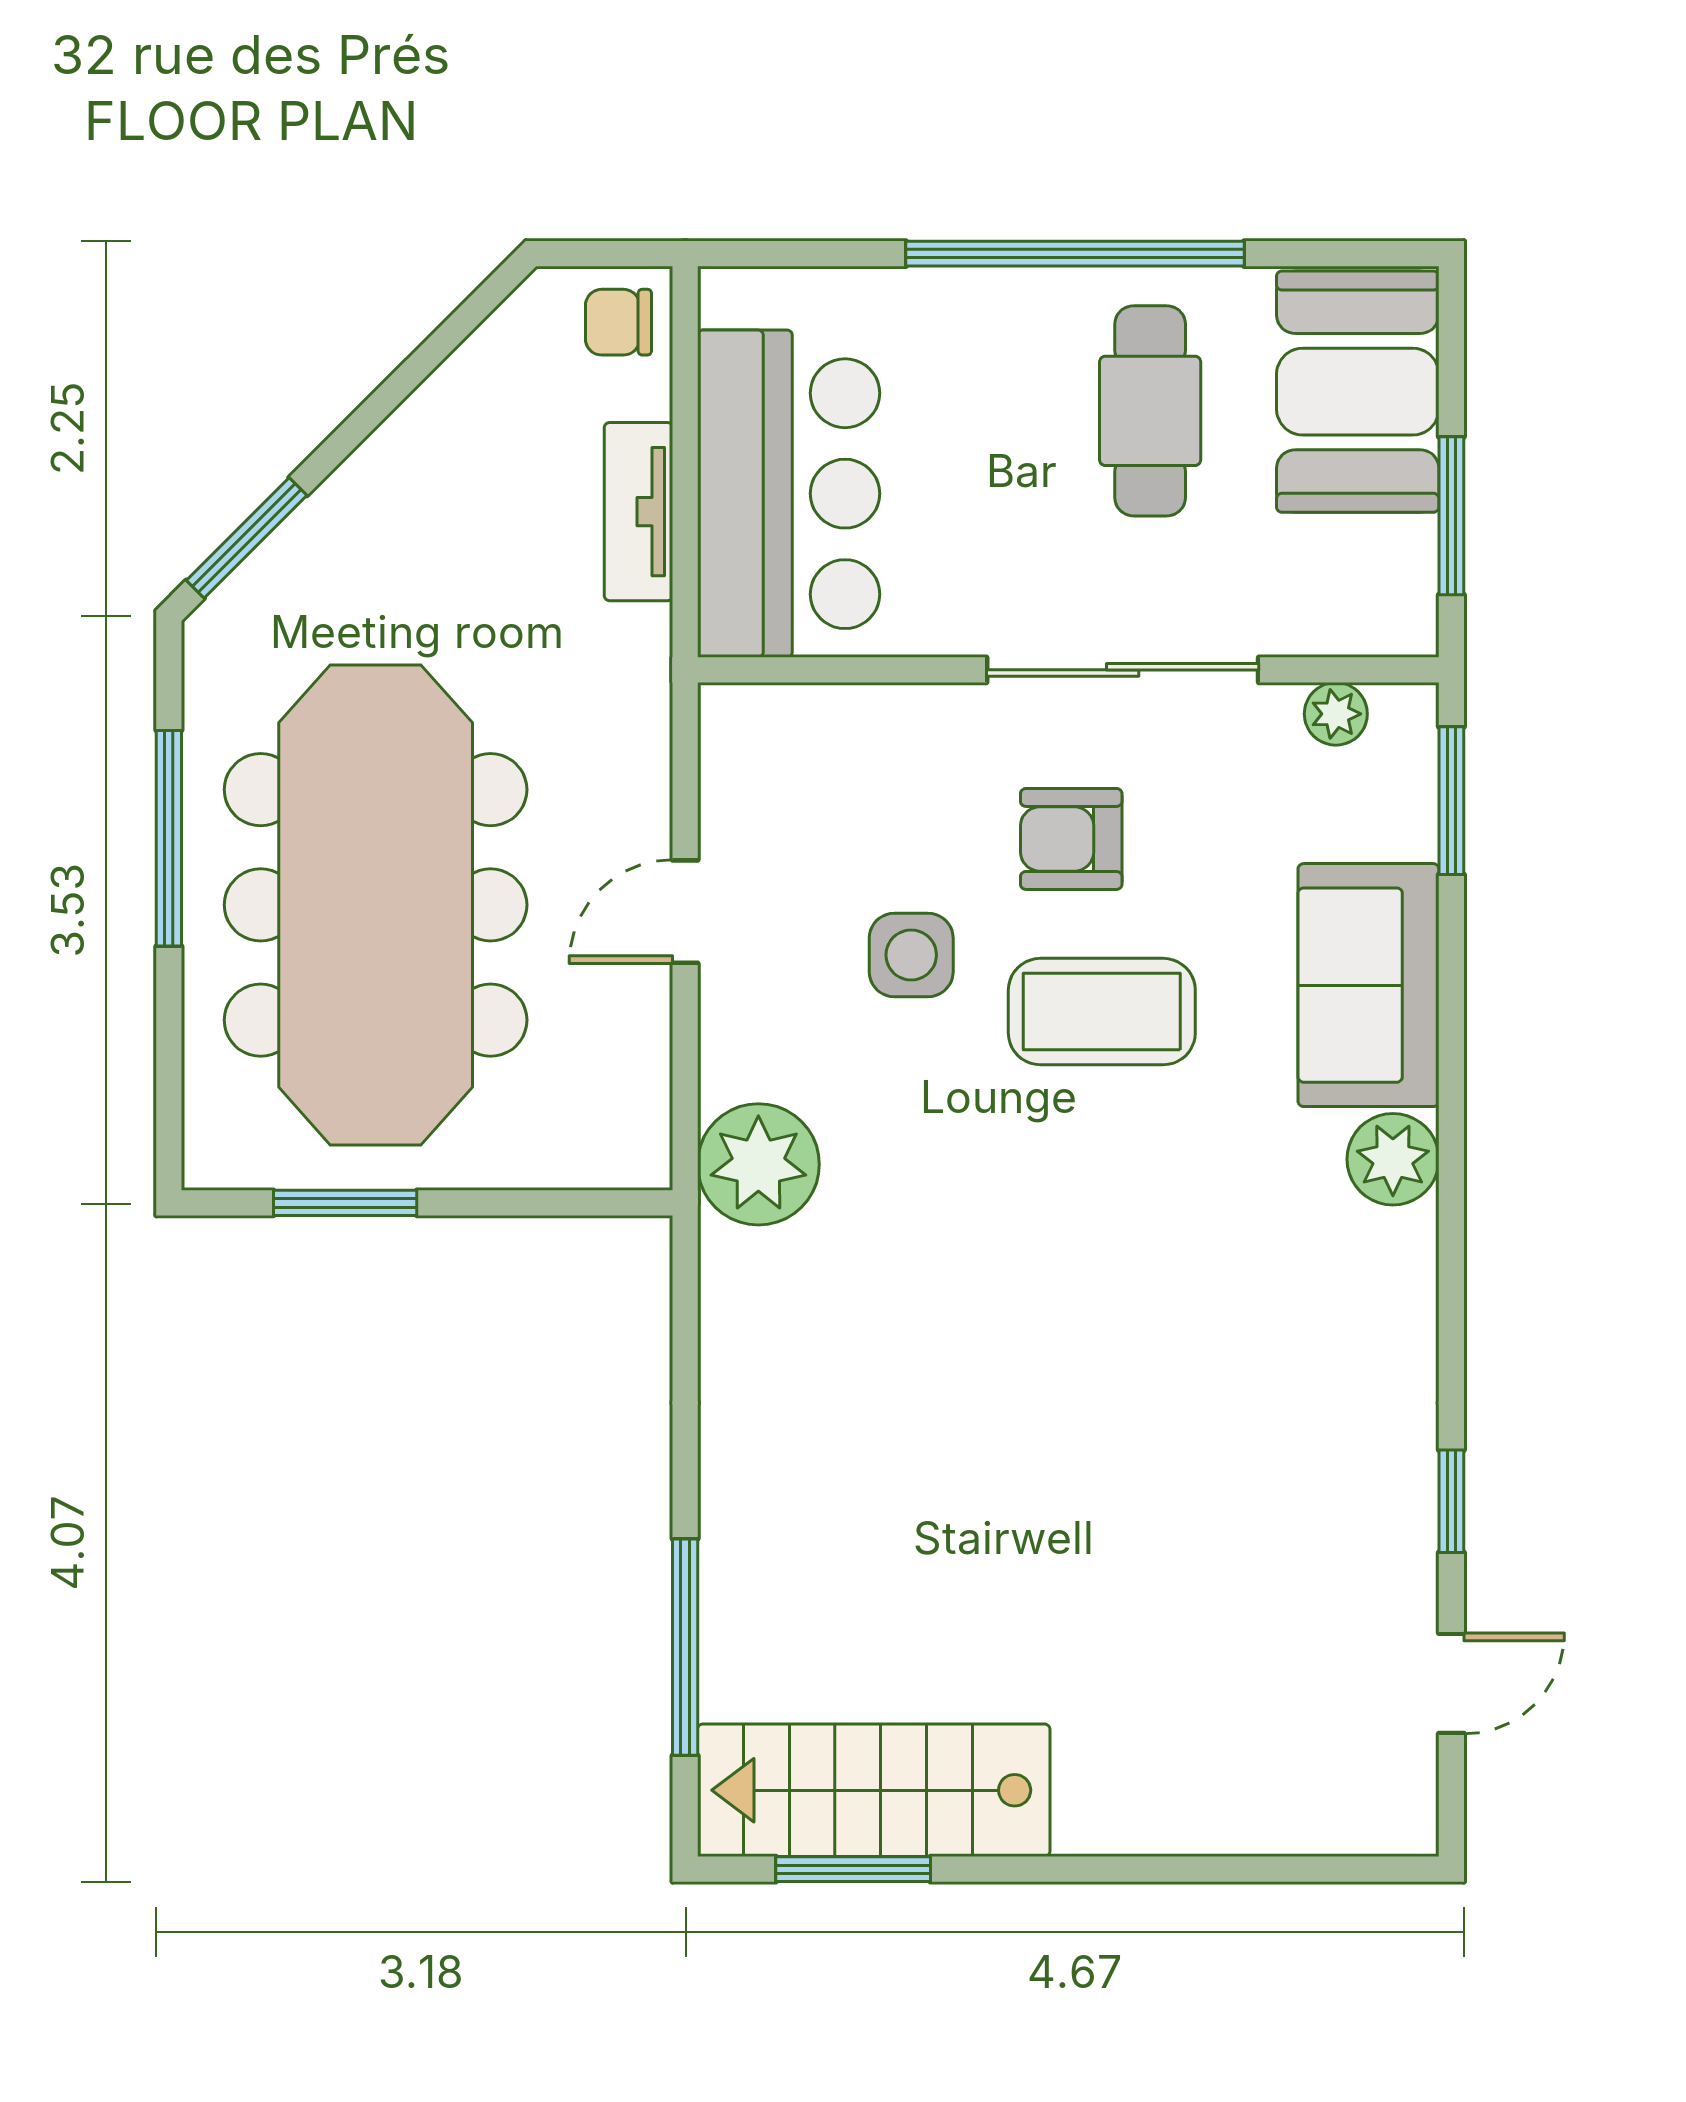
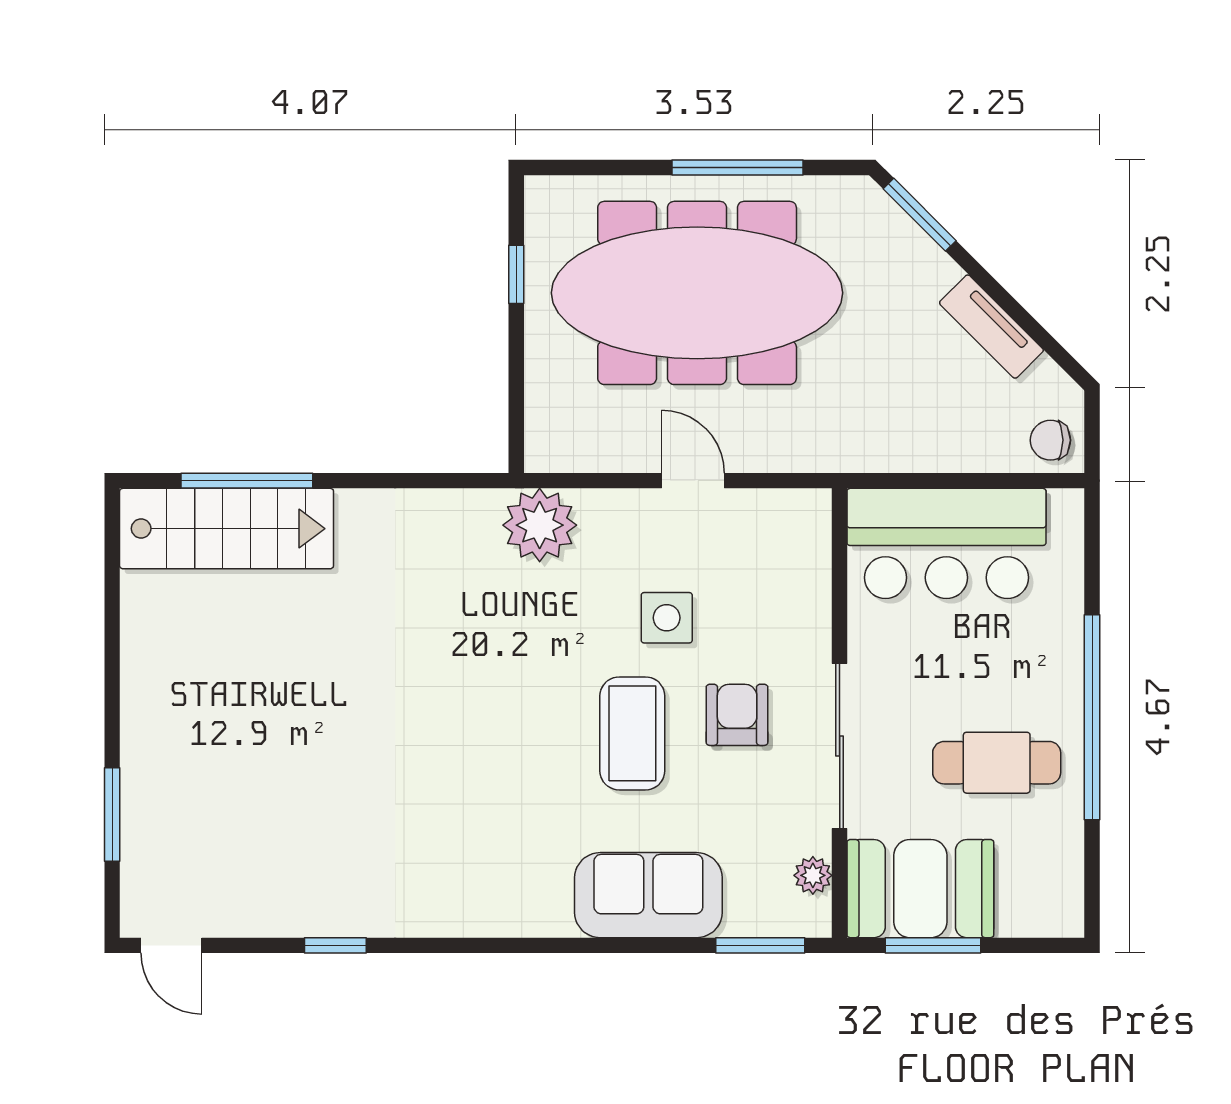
chair: (618, 322) -> (1050, 440), turned -90
booth: (1358, 392) -> (920, 889), moved
tv unit: (639, 512) -> (991, 327), moved, turned -135
plant: (1393, 1159) -> (543, 910), removed
window: (345, 1203) -> (516, 274), width x0.67
door: (1451, 1683) -> (171, 945), moved
stairs: (874, 1790) -> (227, 529), moved, turned 90
window: (853, 1869) -> (112, 815), moved

